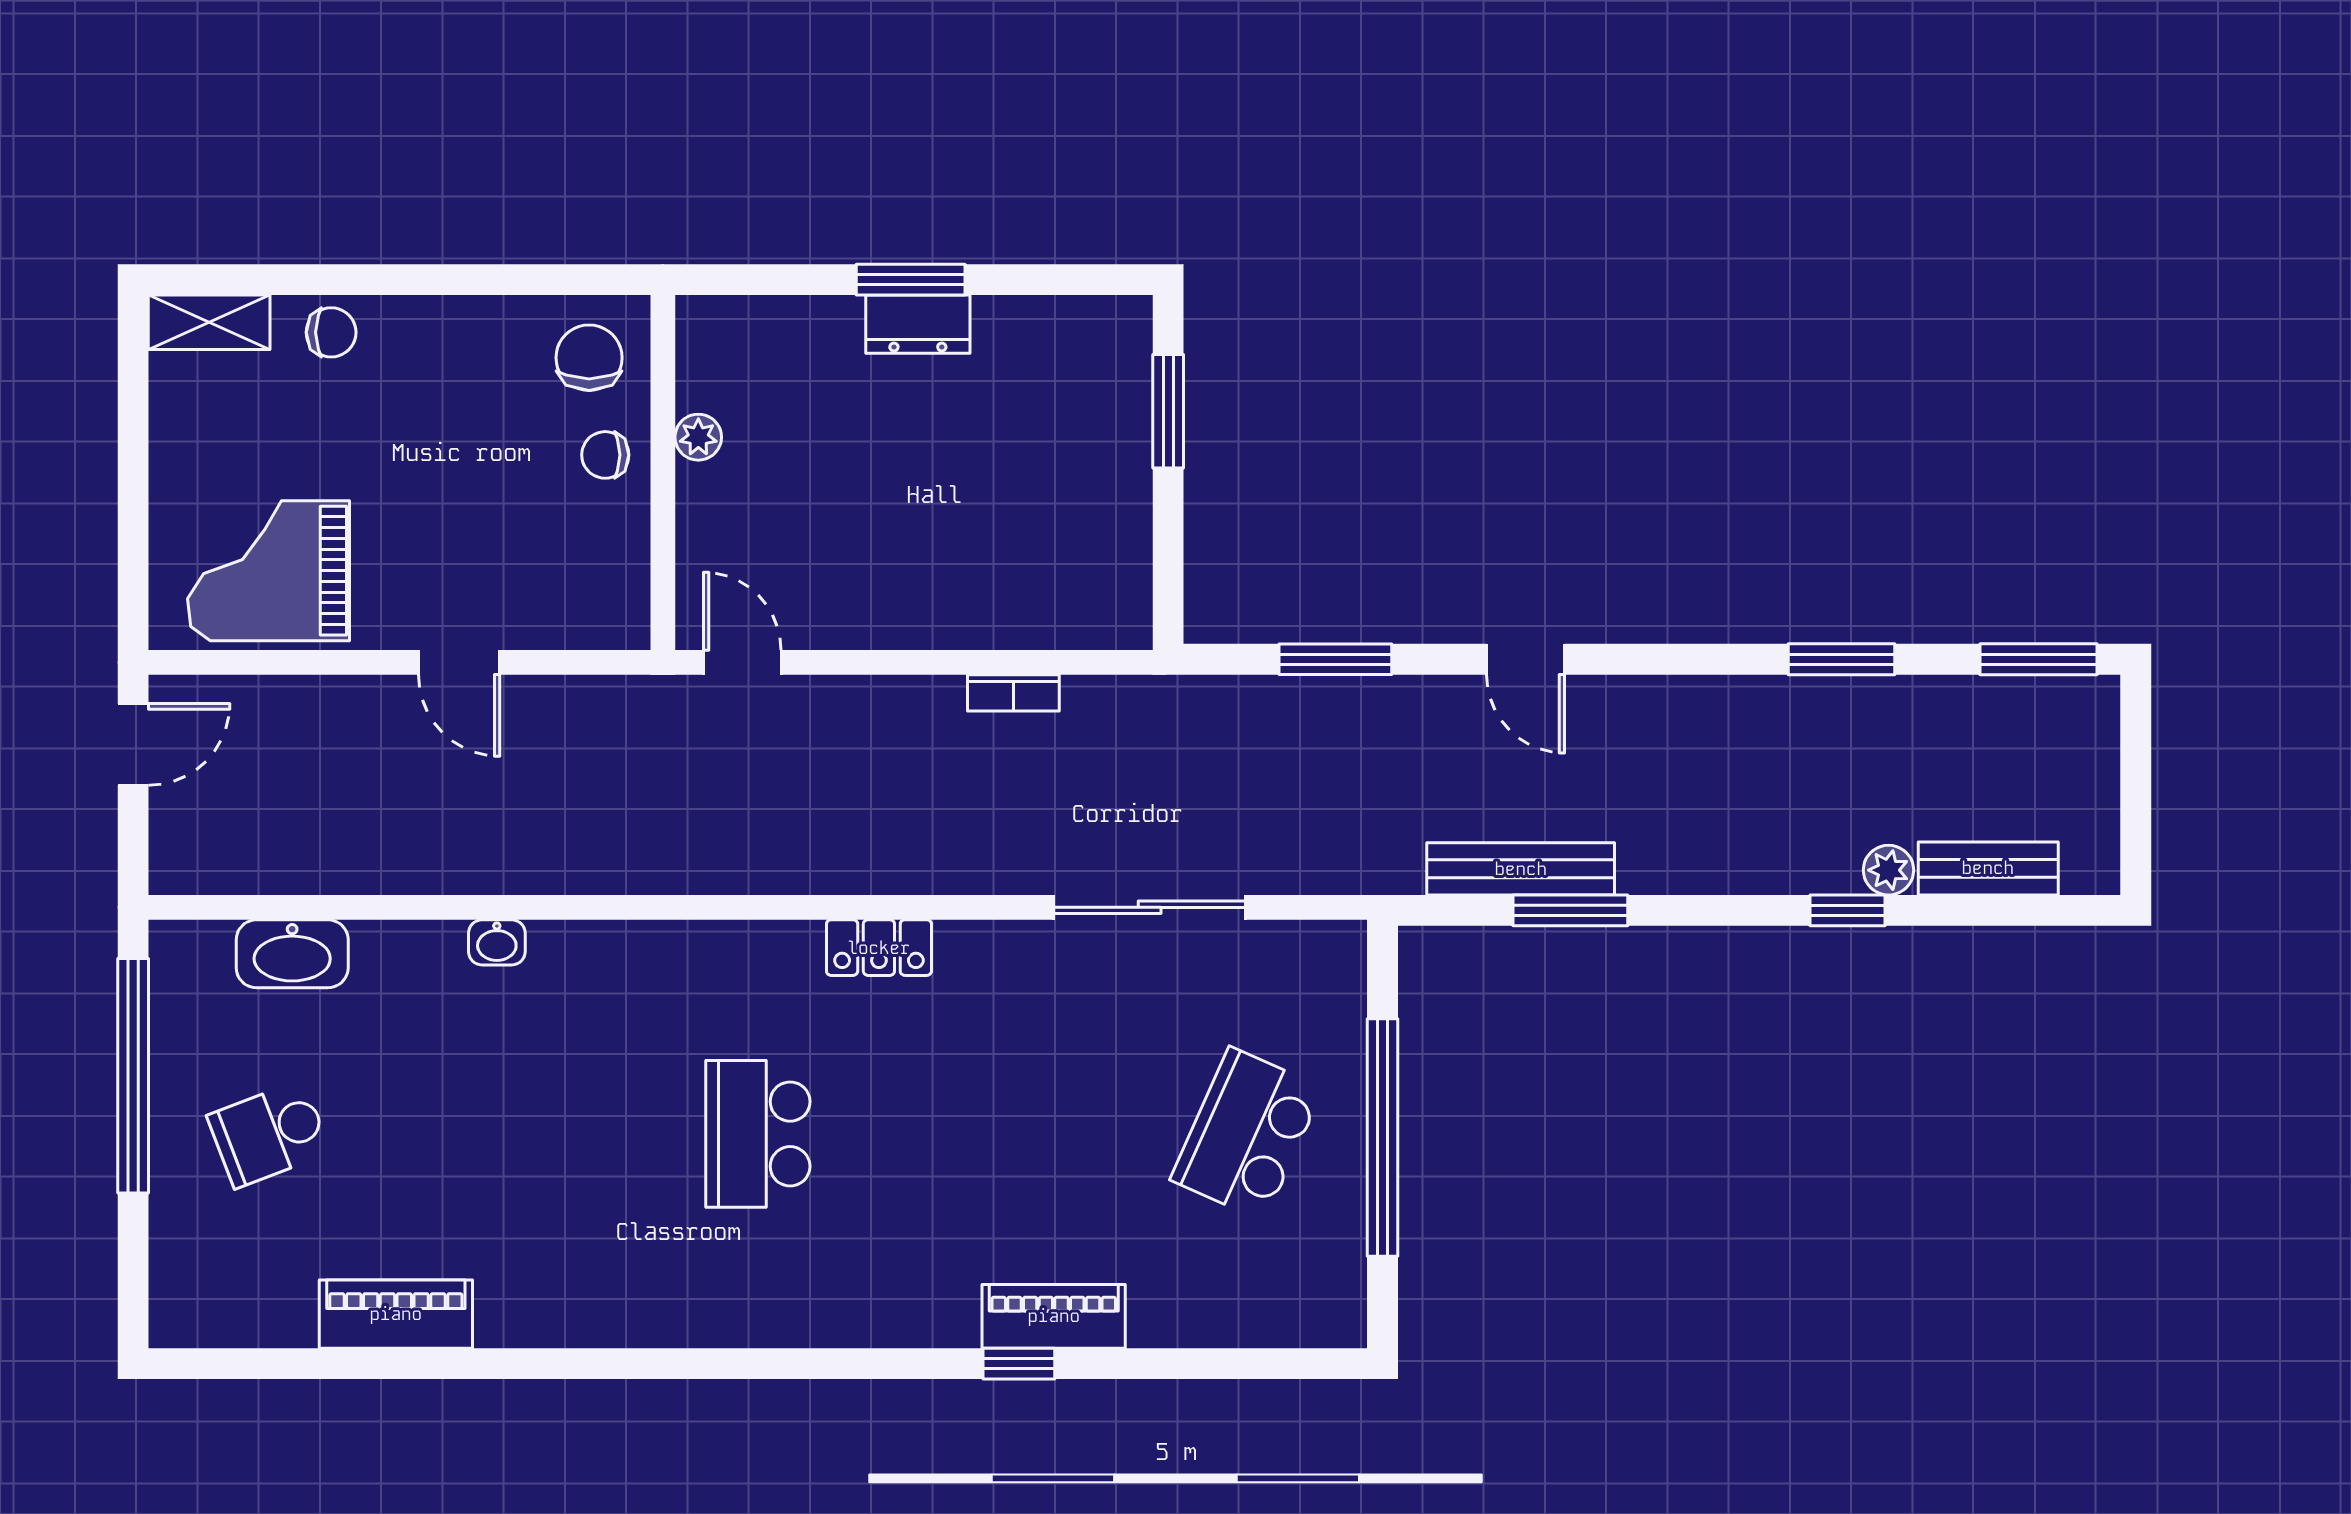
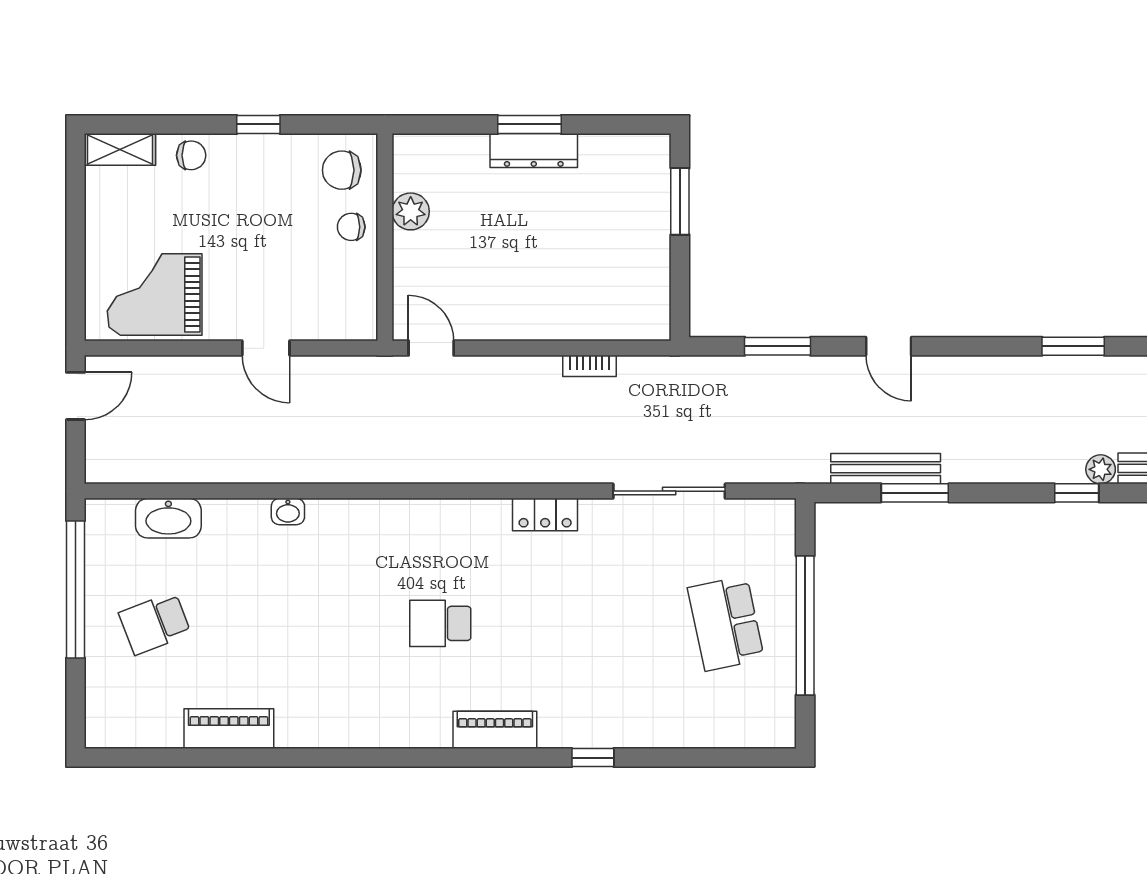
window: (446, 280) -> (258, 124), added
dresser: (918, 324) -> (534, 151), width x1.44
chair: (589, 358) -> (342, 170), turned -90
plant: (698, 437) -> (411, 211), width x1.38, depth x1.38
locker: (879, 948) -> (545, 515), moved
school desk: (758, 1134) -> (440, 623), width x0.54
school desk: (1247, 1134) -> (726, 623), turned -36
piano: (1054, 1316) -> (495, 730), moved

